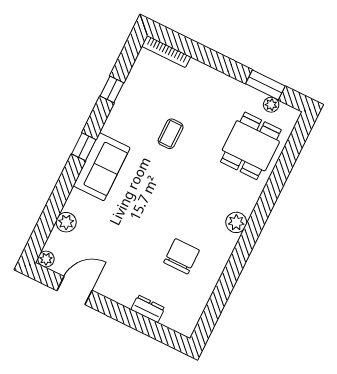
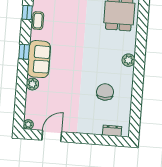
coffee table: (171, 134) -> (38, 21), moved
plant: (66, 222) -> (32, 84), moved
dresser: (148, 309) -> (112, 131), moved

